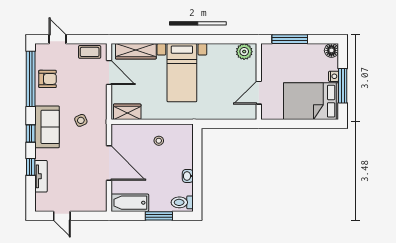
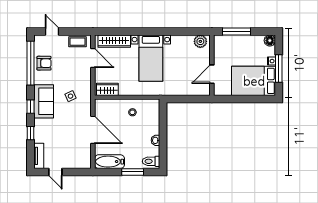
tv unit: (41, 176) -> (39, 156), moved

